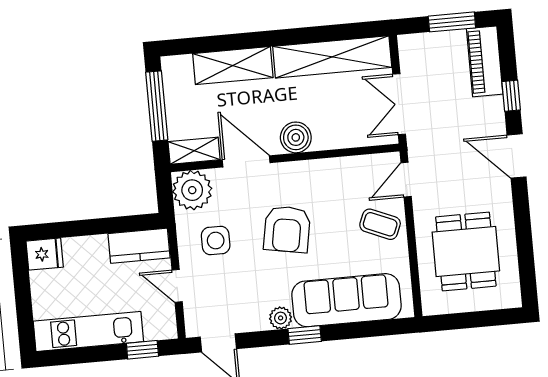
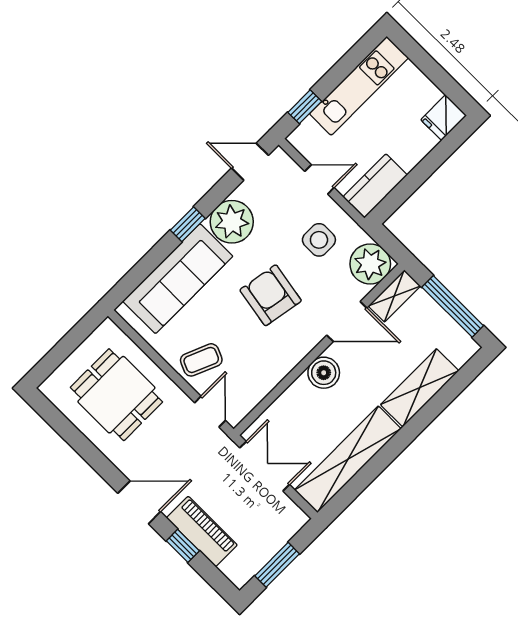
piano: (485, 61) -> (202, 531), moved
plant: (281, 318) -> (232, 222), width x1.88, depth x1.88

